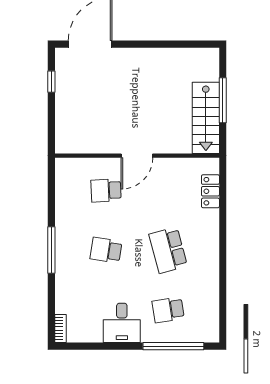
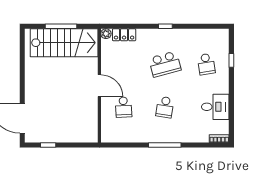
stairs: (206, 118) -> (64, 43), width x1.36, depth x1.51
plant: (212, 165) -> (106, 34), added
window: (223, 251) -> (165, 26), added
desk: (122, 323) -> (215, 107), moved
window: (173, 346) -> (231, 60), width x0.32

